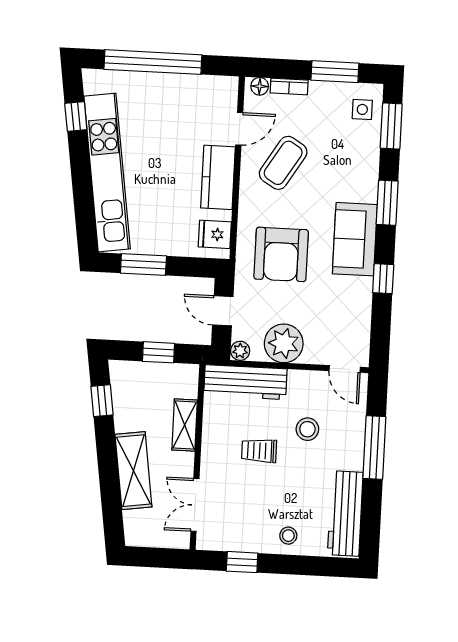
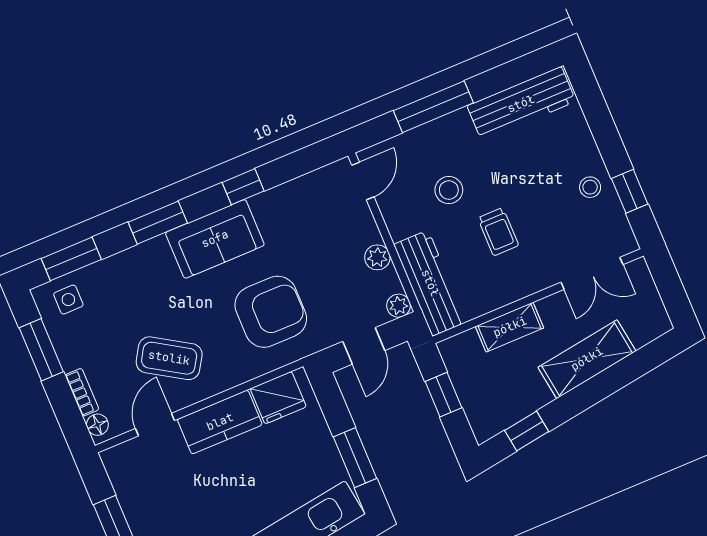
door: (239, 129) -> (155, 425), hinge flipped
fridge: (215, 234) -> (278, 398), width x1.38
plant: (284, 343) -> (377, 257), width x0.53, depth x0.53
stool: (288, 536) -> (590, 187), moved

